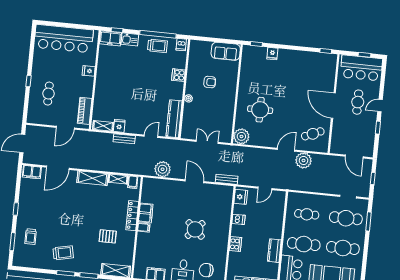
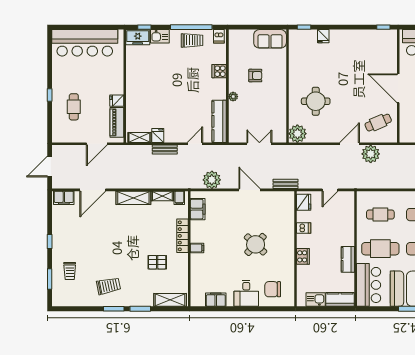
fridge: (89, 71) -> (117, 101), moved
filing cabinet: (146, 213) -> (198, 209), moved

